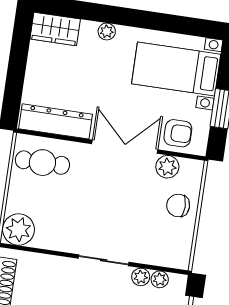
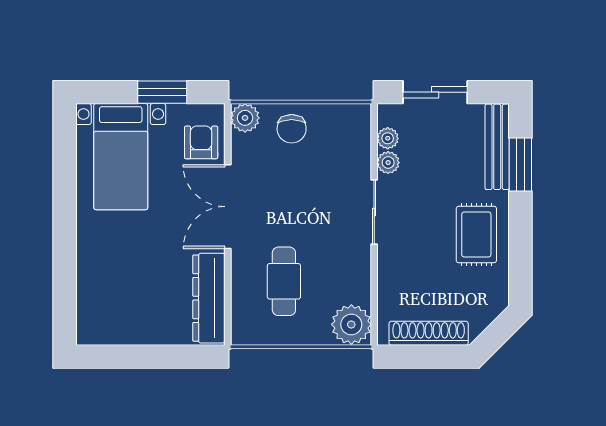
wardrobe: (55, 29) -> (93, 316), removed
plant: (107, 31) -> (87, 251), removed
cafe table: (42, 163) -> (284, 281), moved
plant: (167, 167) -> (245, 118), moved

